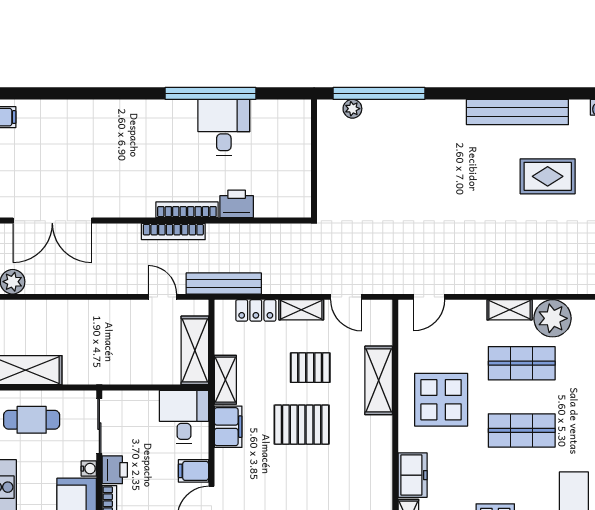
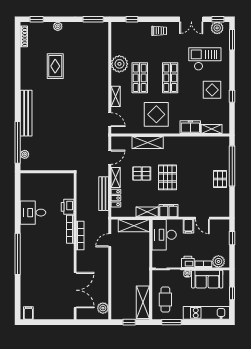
window: (210, 93) -> (18, 254), moved
bench: (517, 112) -> (26, 113), moved
bench: (224, 283) -> (104, 194), moved
shelving: (510, 310) -> (116, 96), moved
pallet: (310, 368) -> (142, 173), turned 90
desk: (184, 417) -> (164, 235), width x1.37

